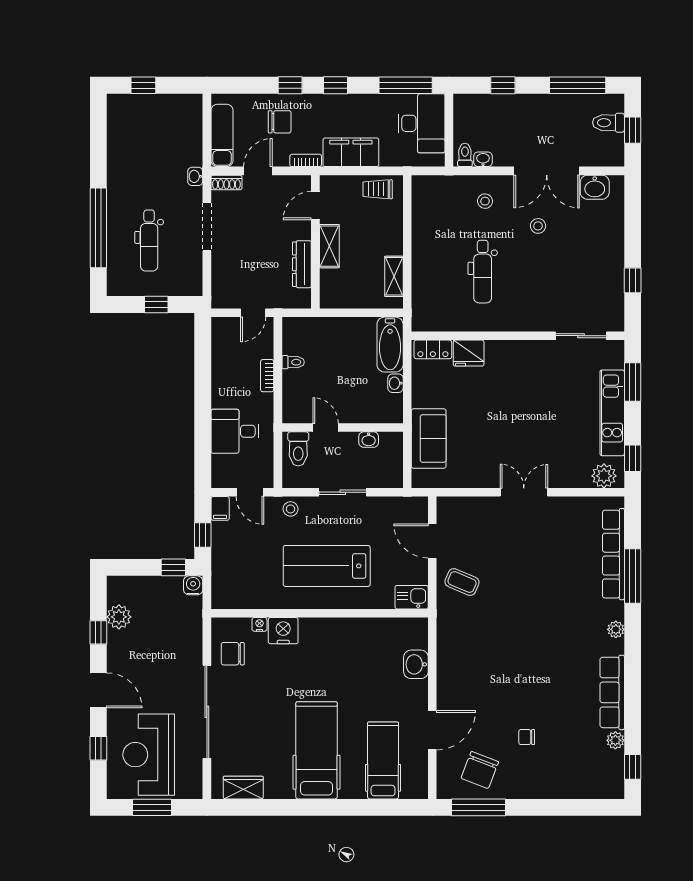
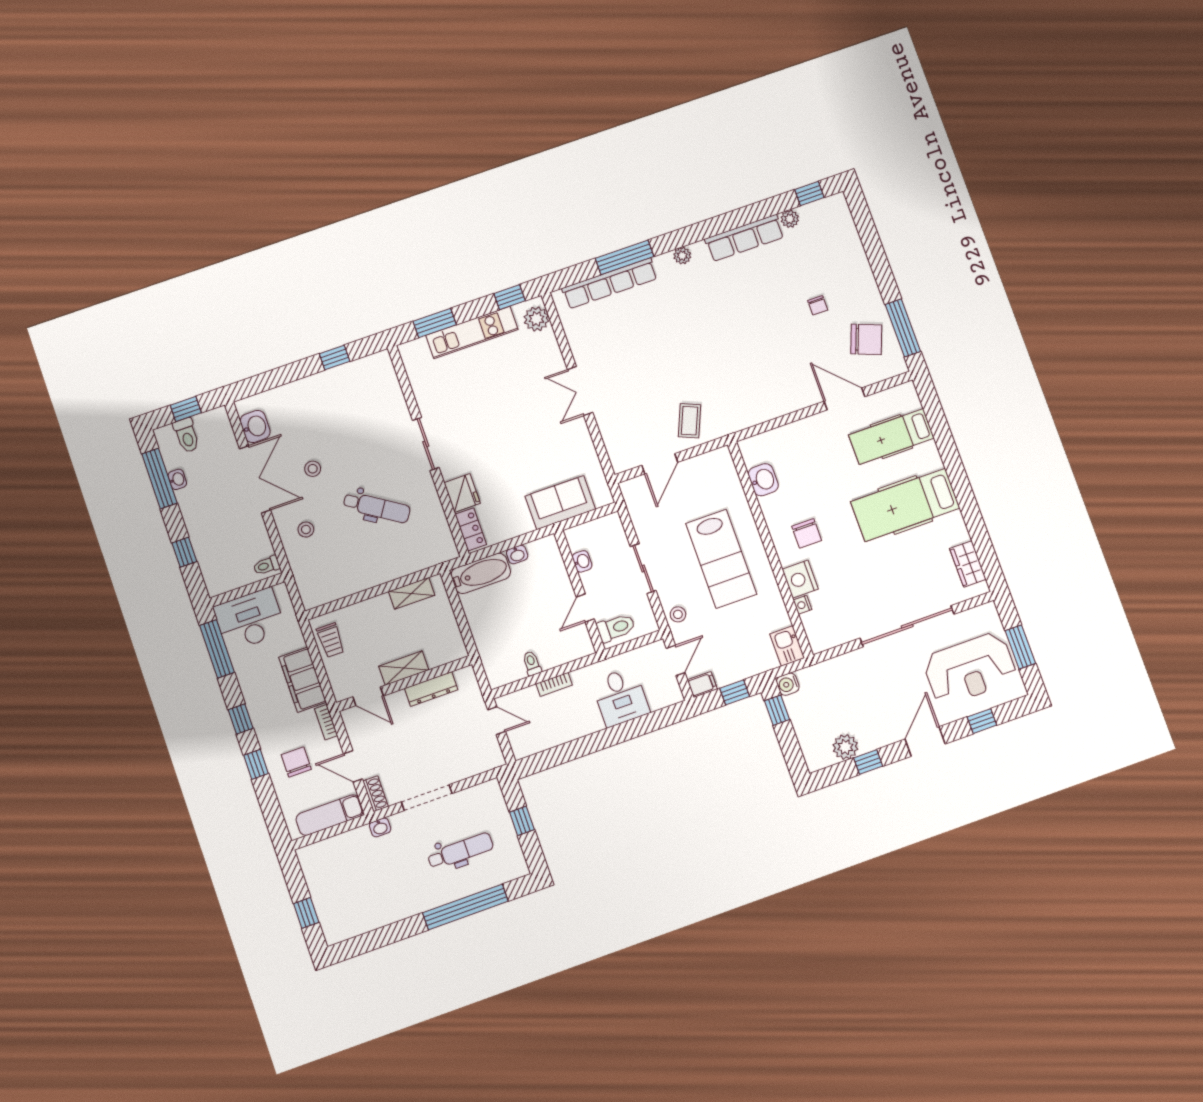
washbasin: (483, 159) -> (177, 479), moved, turned 180
dental chair: (483, 272) -> (377, 507), turned 33
sliding door: (581, 336) -> (426, 444), moved
kitchen sink: (412, 597) -> (787, 646), moved
chair: (233, 654) -> (807, 533), moved
washbasin: (416, 664) -> (763, 480), moved, turned -90

